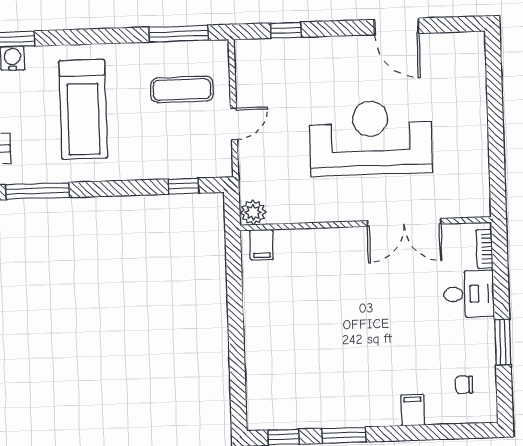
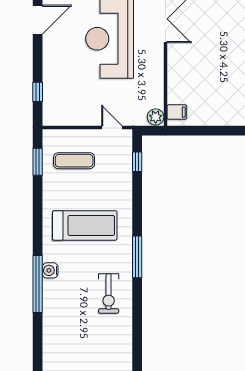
window: (178, 34) -> (38, 162), width x0.69
exercise mat: (182, 90) -> (74, 161), turned 90
door: (234, 124) -> (112, 128), moved

